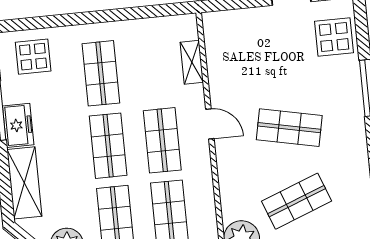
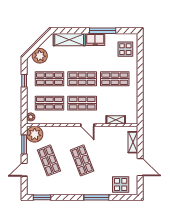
shelving: (237, 19) -> (133, 142), added
door: (210, 124) -> (87, 125), hinge flipped
shop shelf: (289, 128) -> (82, 160), turned -33

